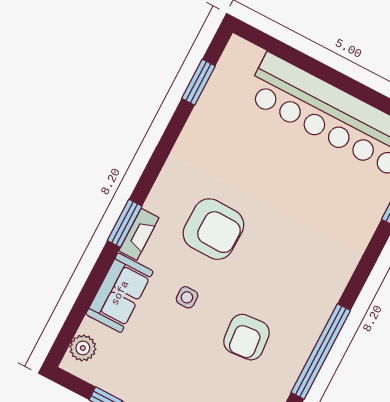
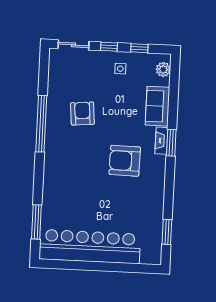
side table: (187, 297) -> (120, 69), moved

